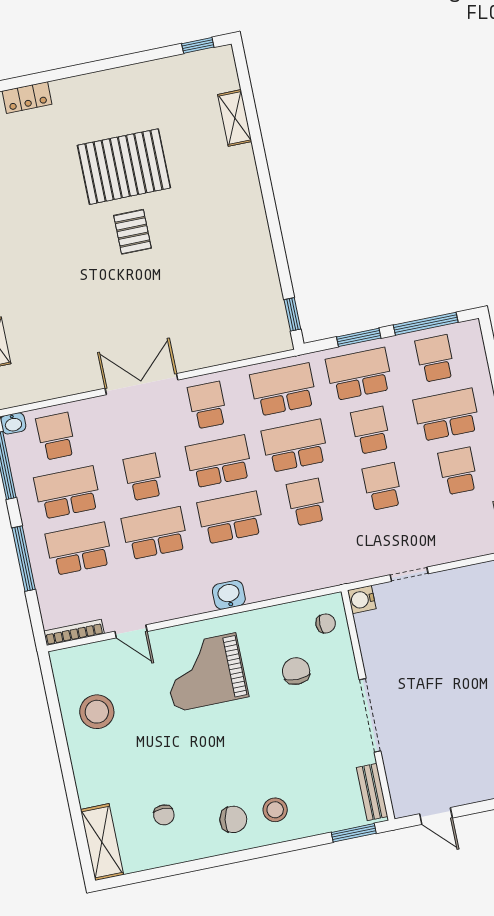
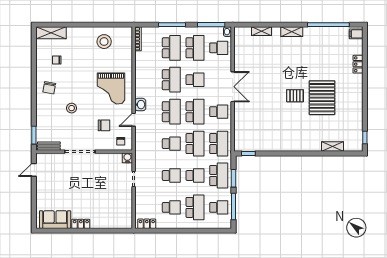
door: (131, 631) -> (134, 120), moved
grand piano: (205, 672) -> (111, 89), turned 180
stool: (275, 810) -> (72, 108), moved

